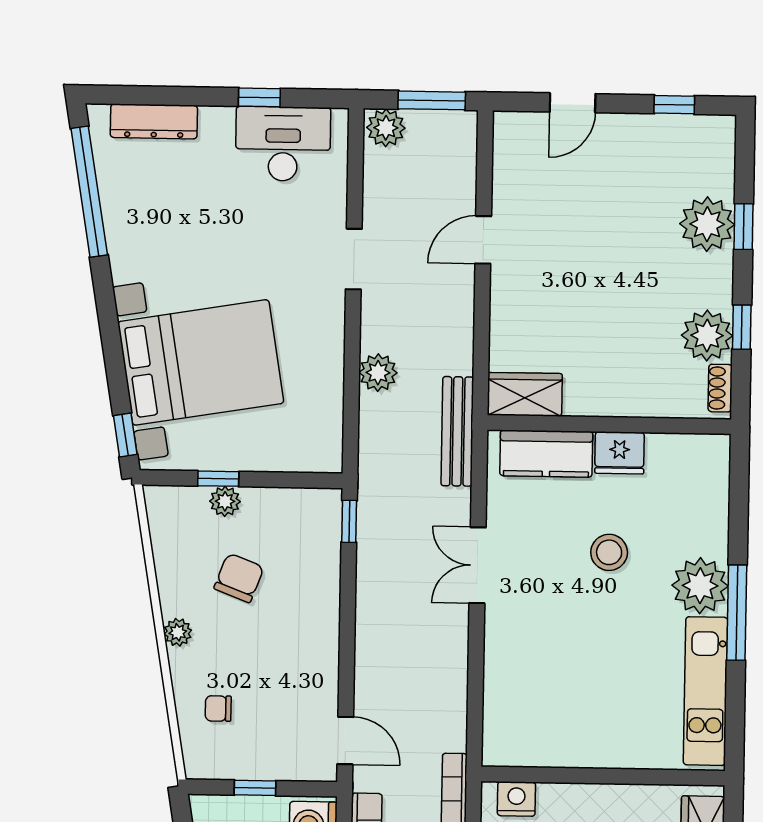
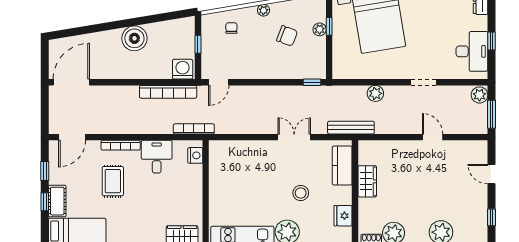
wardrobe: (525, 394) -> (367, 181), moved
fridge: (620, 453) -> (343, 216), moved

